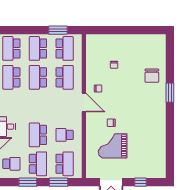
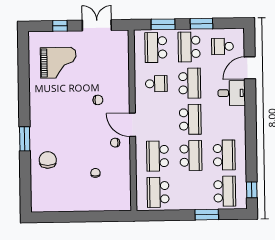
window: (58, 30) -> (207, 215), moved
school desk: (38, 48) -> (190, 119), moved
grand piano: (113, 146) -> (58, 63), moved

